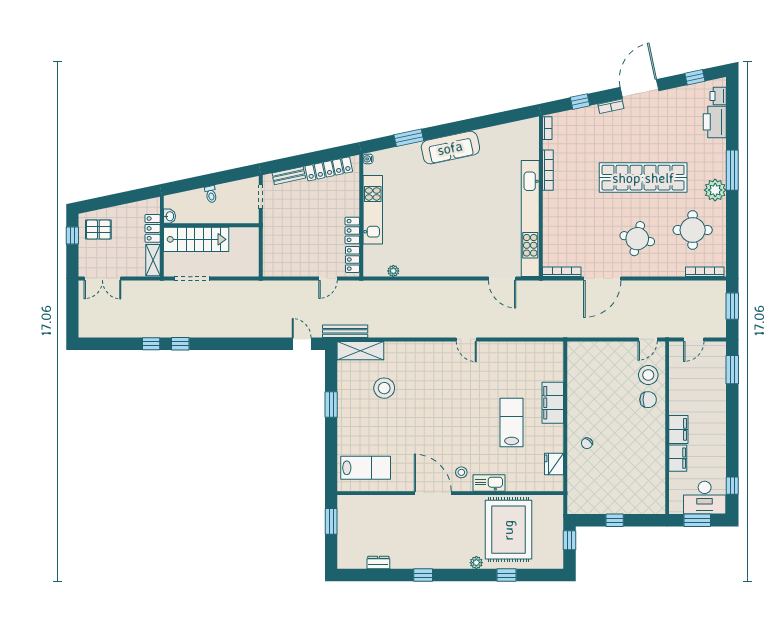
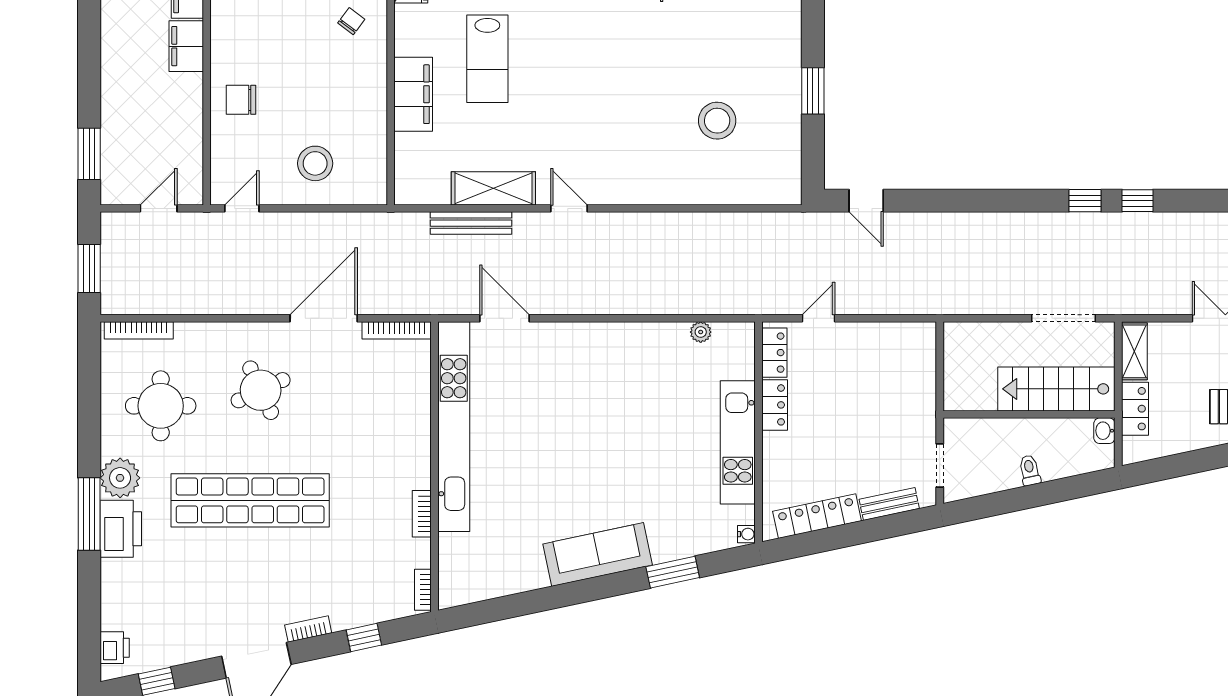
printer: (715, 122) -> (121, 529), moved
bookcase: (548, 170) -> (422, 514), width x0.64
round table: (637, 239) -> (261, 390), turned -38
bench: (345, 331) -> (471, 223), moved
shelving: (360, 351) -> (493, 188), moved
stool: (648, 375) -> (315, 163), moved

